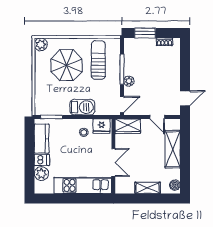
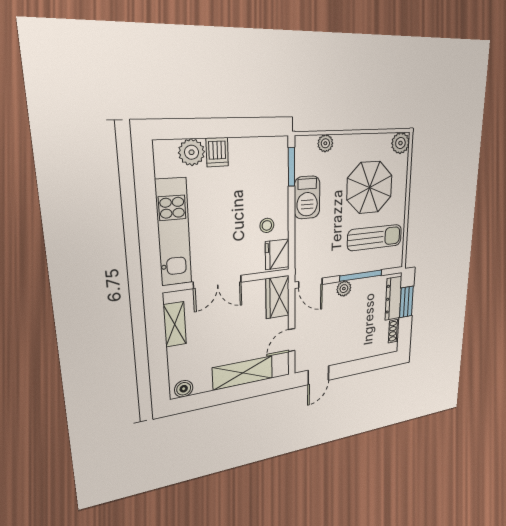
dresser: (141, 44) -> (393, 298), added
plant: (39, 96) -> (325, 143), added
door: (185, 98) -> (318, 375), hinge flipped
barbecue: (82, 107) -> (307, 197), moved
kitchen counter: (42, 139) -> (255, 150), removed
shelving: (148, 188) -> (175, 324), moved

